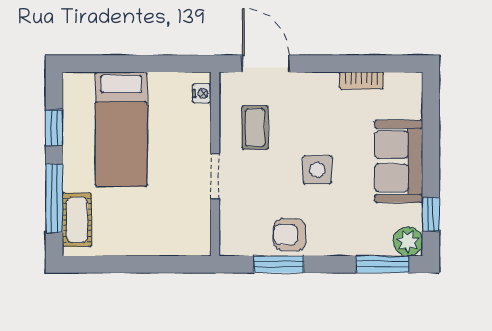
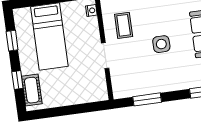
window: (54, 198) -> (17, 80), width x0.46
armchair: (290, 235) -> (151, 82), removed

